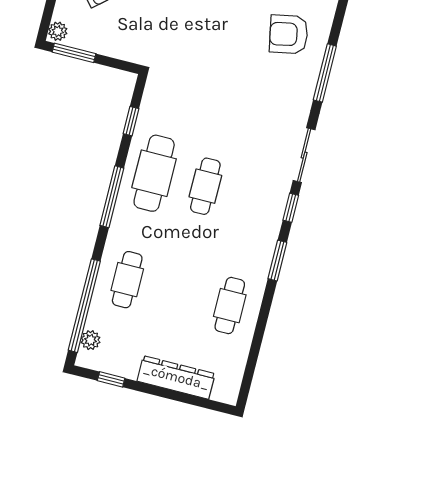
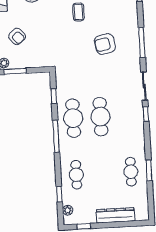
armchair: (289, 34) -> (105, 44), moved
cafe table: (205, 186) -> (100, 117), width x1.37, depth x1.35
window: (277, 261) -> (149, 170), moved
window: (84, 306) -> (59, 194), width x0.32

